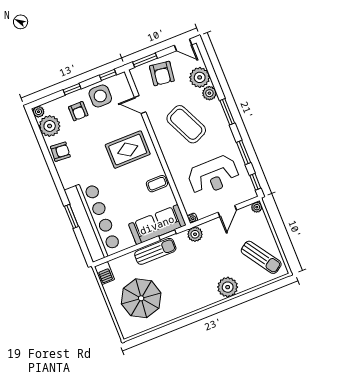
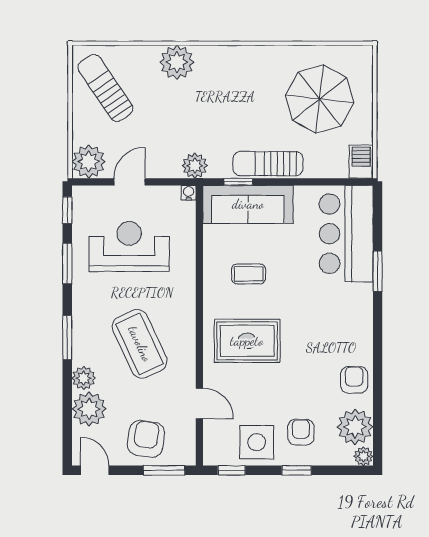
armchair: (60, 152) -> (354, 380), turned 86
coffee table: (157, 184) -> (249, 274), moved
plant: (257, 207) -> (89, 162), width x1.88, depth x1.88
bar counter: (93, 221) -> (346, 234), width x0.73

